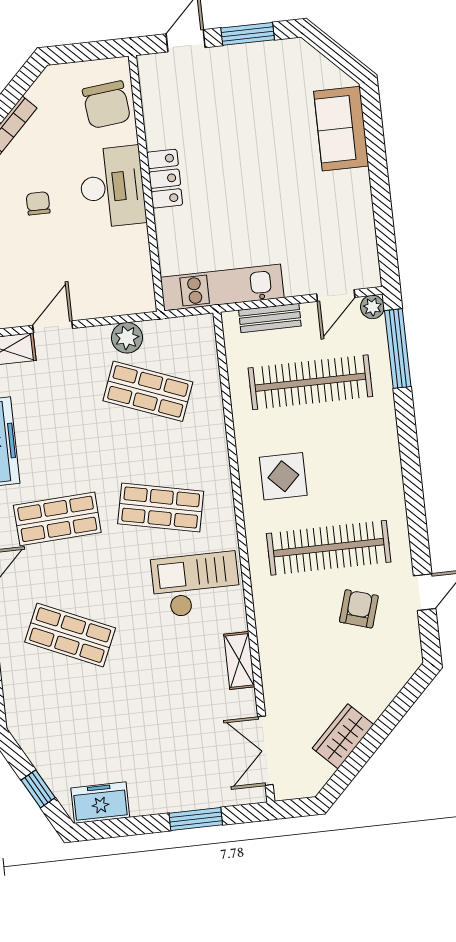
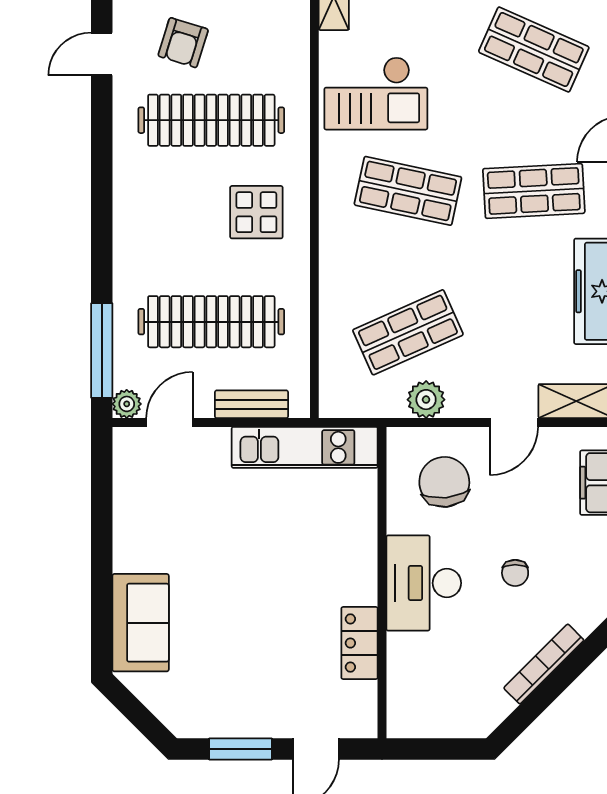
chair: (107, 105) -> (444, 482), moved
locker: (165, 179) -> (359, 643), moved
shop shelf: (148, 391) -> (408, 332), turned -45

